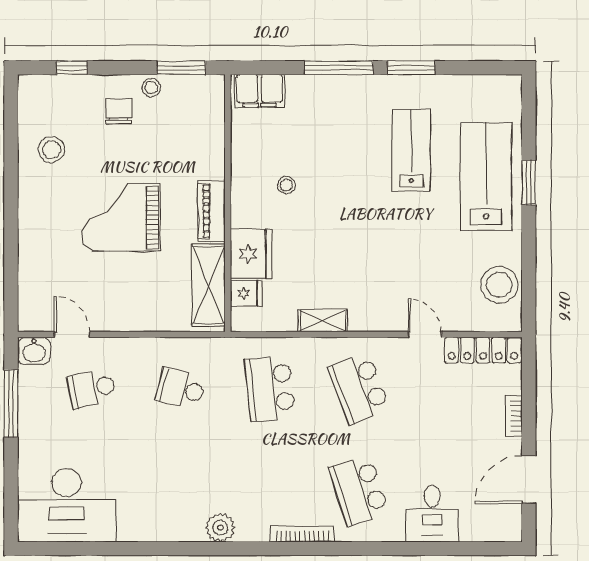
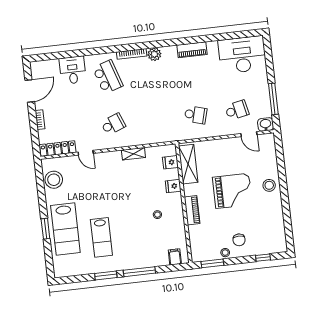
filing cabinet: (260, 91) -> (175, 257), width x0.50
stool: (52, 150) -> (269, 185), moved
piano: (212, 211) -> (192, 210), moved
fridge: (251, 254) -> (173, 186), width x0.53, depth x0.75
school desk: (270, 388) -> (154, 120), removed
school desk: (359, 388) -> (113, 124), width x0.54
piano: (173, 528) -> (192, 50), added
plant: (220, 528) -> (154, 54), moved

